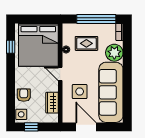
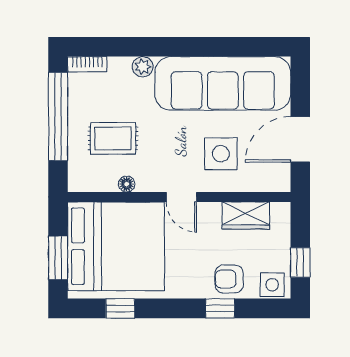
window: (33, 19) -> (58, 258), added
rug: (86, 43) -> (113, 138), turned 90
plant: (114, 53) -> (143, 67), width x0.53, depth x0.53
door: (60, 74) -> (181, 197), hinge flipped
window: (11, 91) -> (220, 308), added

